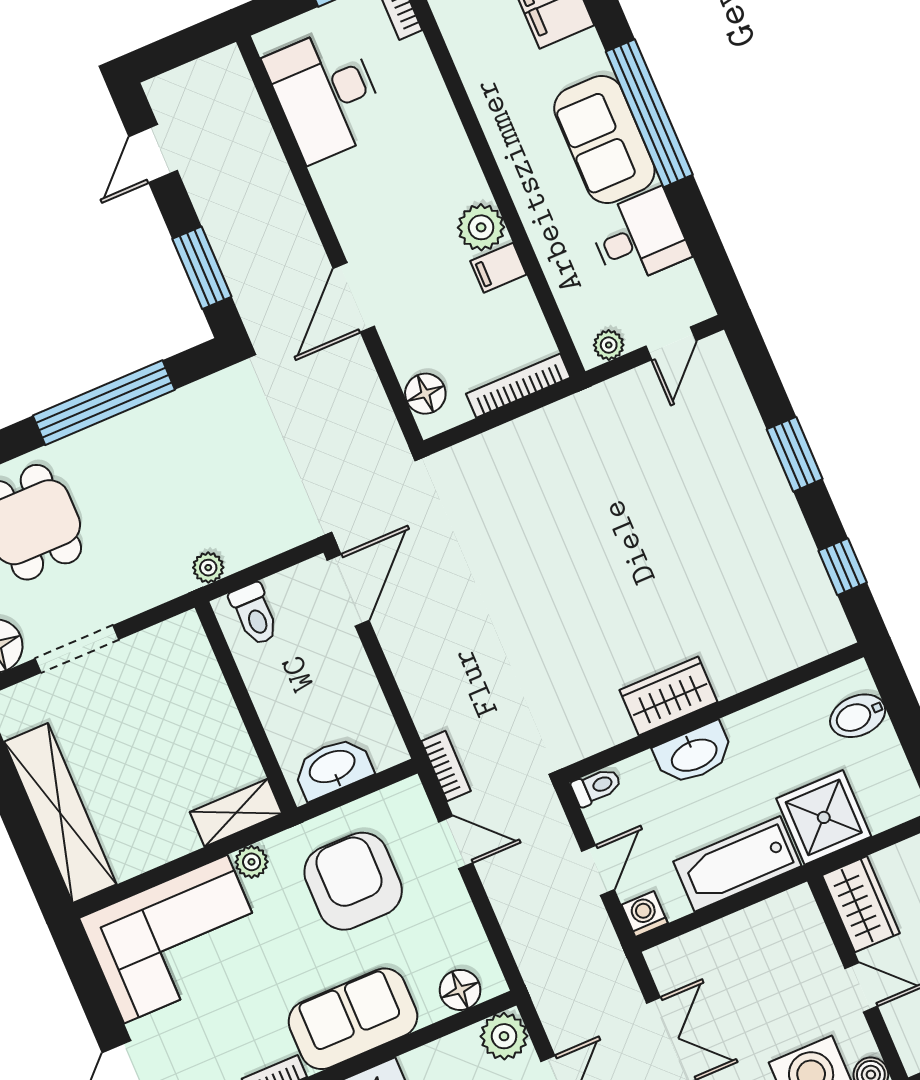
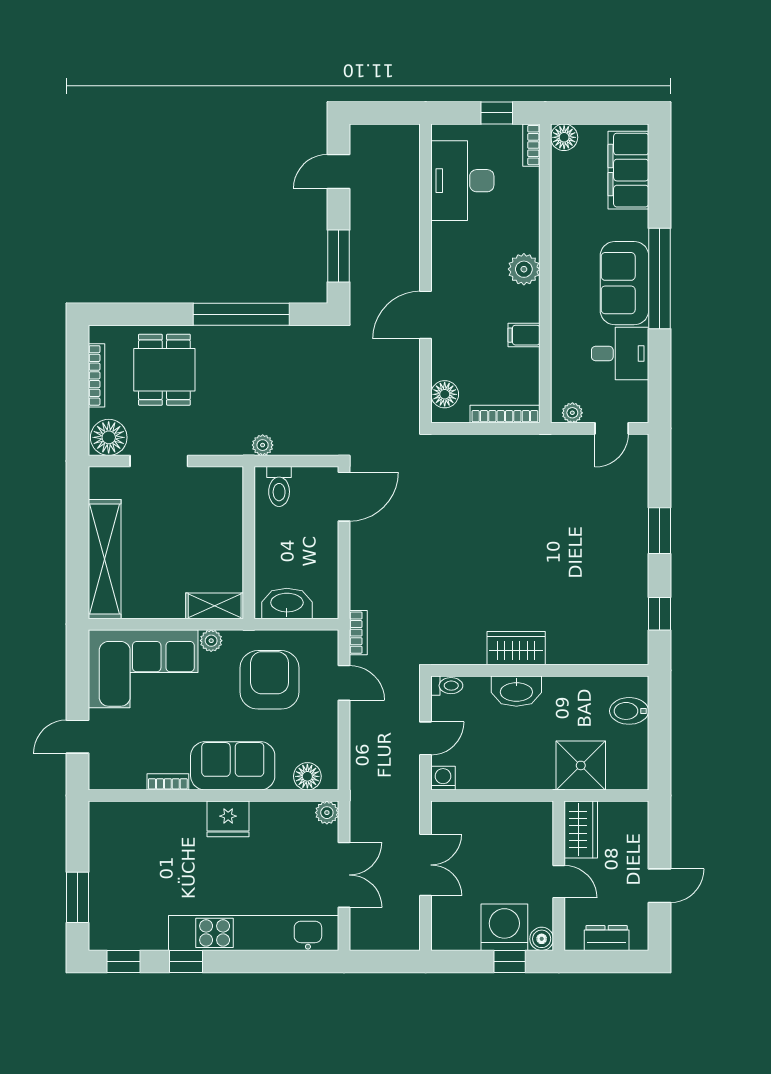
plant: (481, 227) -> (524, 269), moved
bathtub: (737, 864) -> (514, 771), removed
plant: (504, 1036) -> (327, 813), width x0.73, depth x0.73

